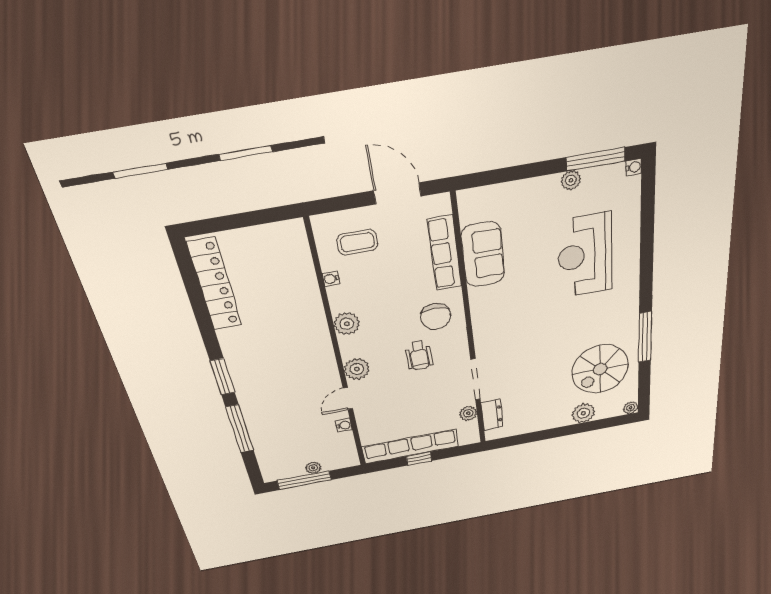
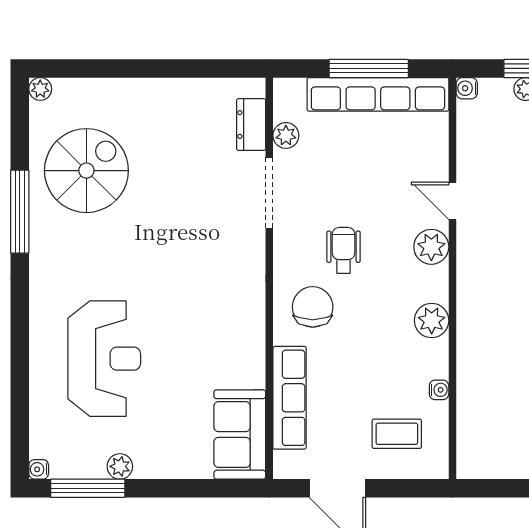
sofa: (483, 254) -> (240, 434), moved
door: (348, 398) -> (452, 201), swing flipped
plant: (583, 413) -> (114, 95), removed
water cooler: (344, 425) -> (467, 88), moved
window: (419, 459) -> (369, 68), width x2.17

